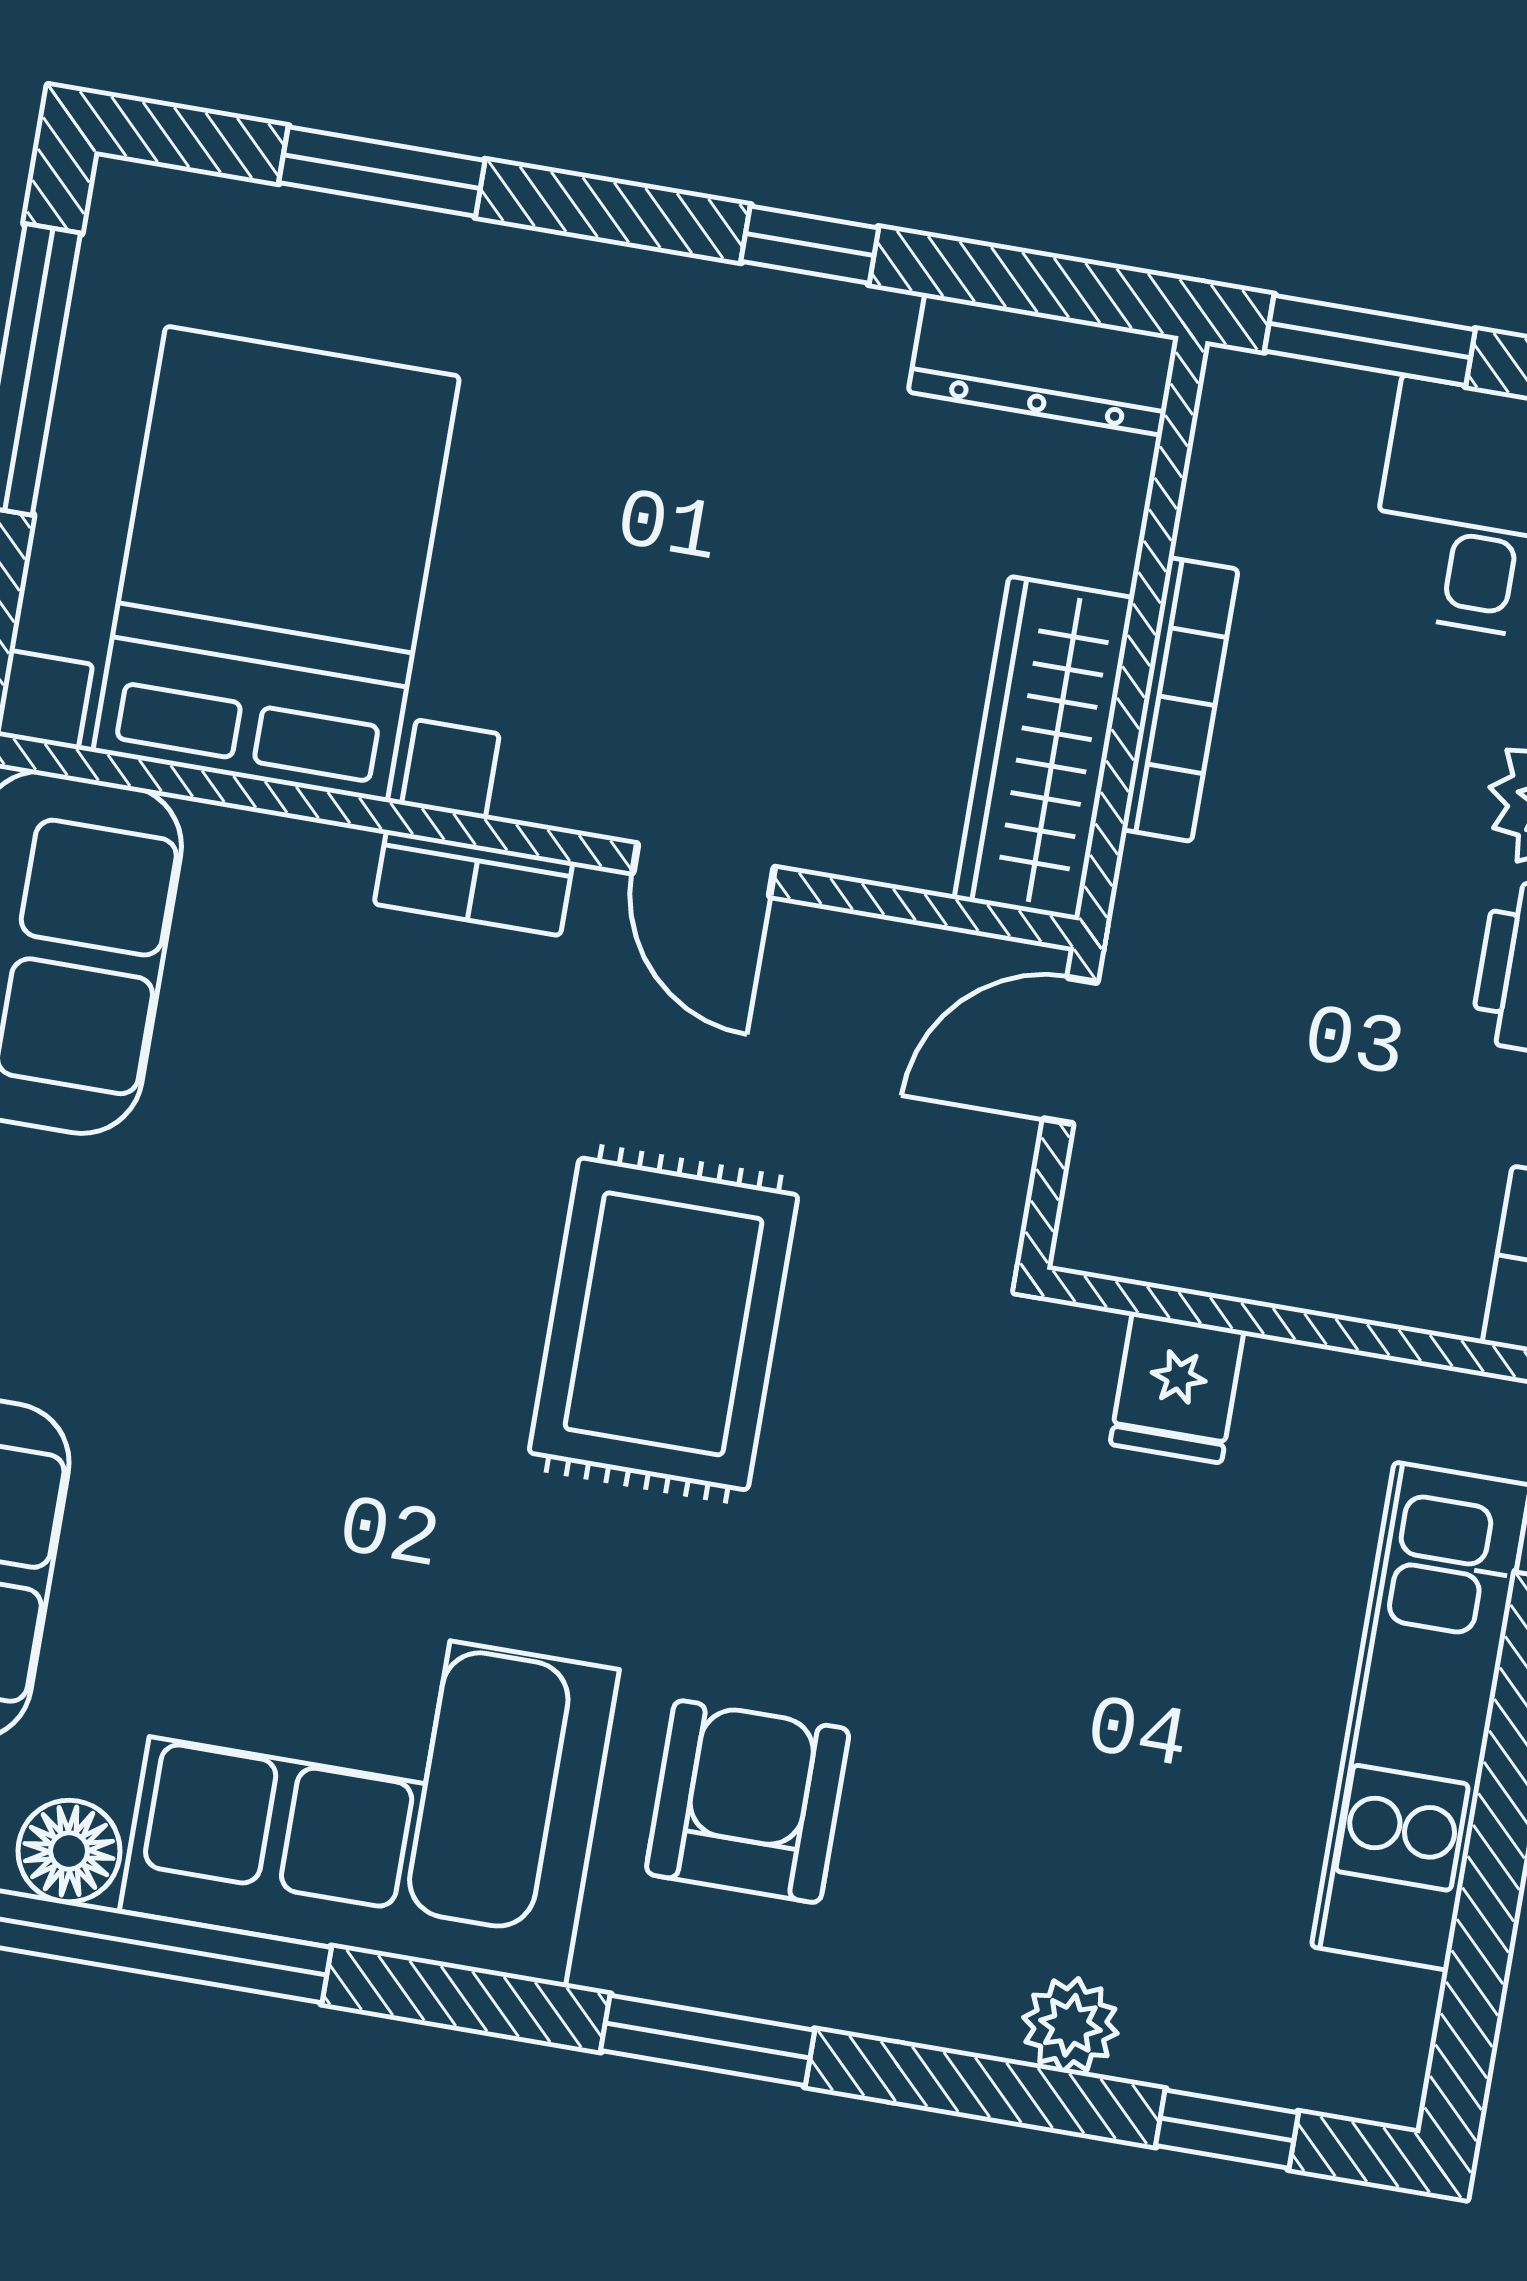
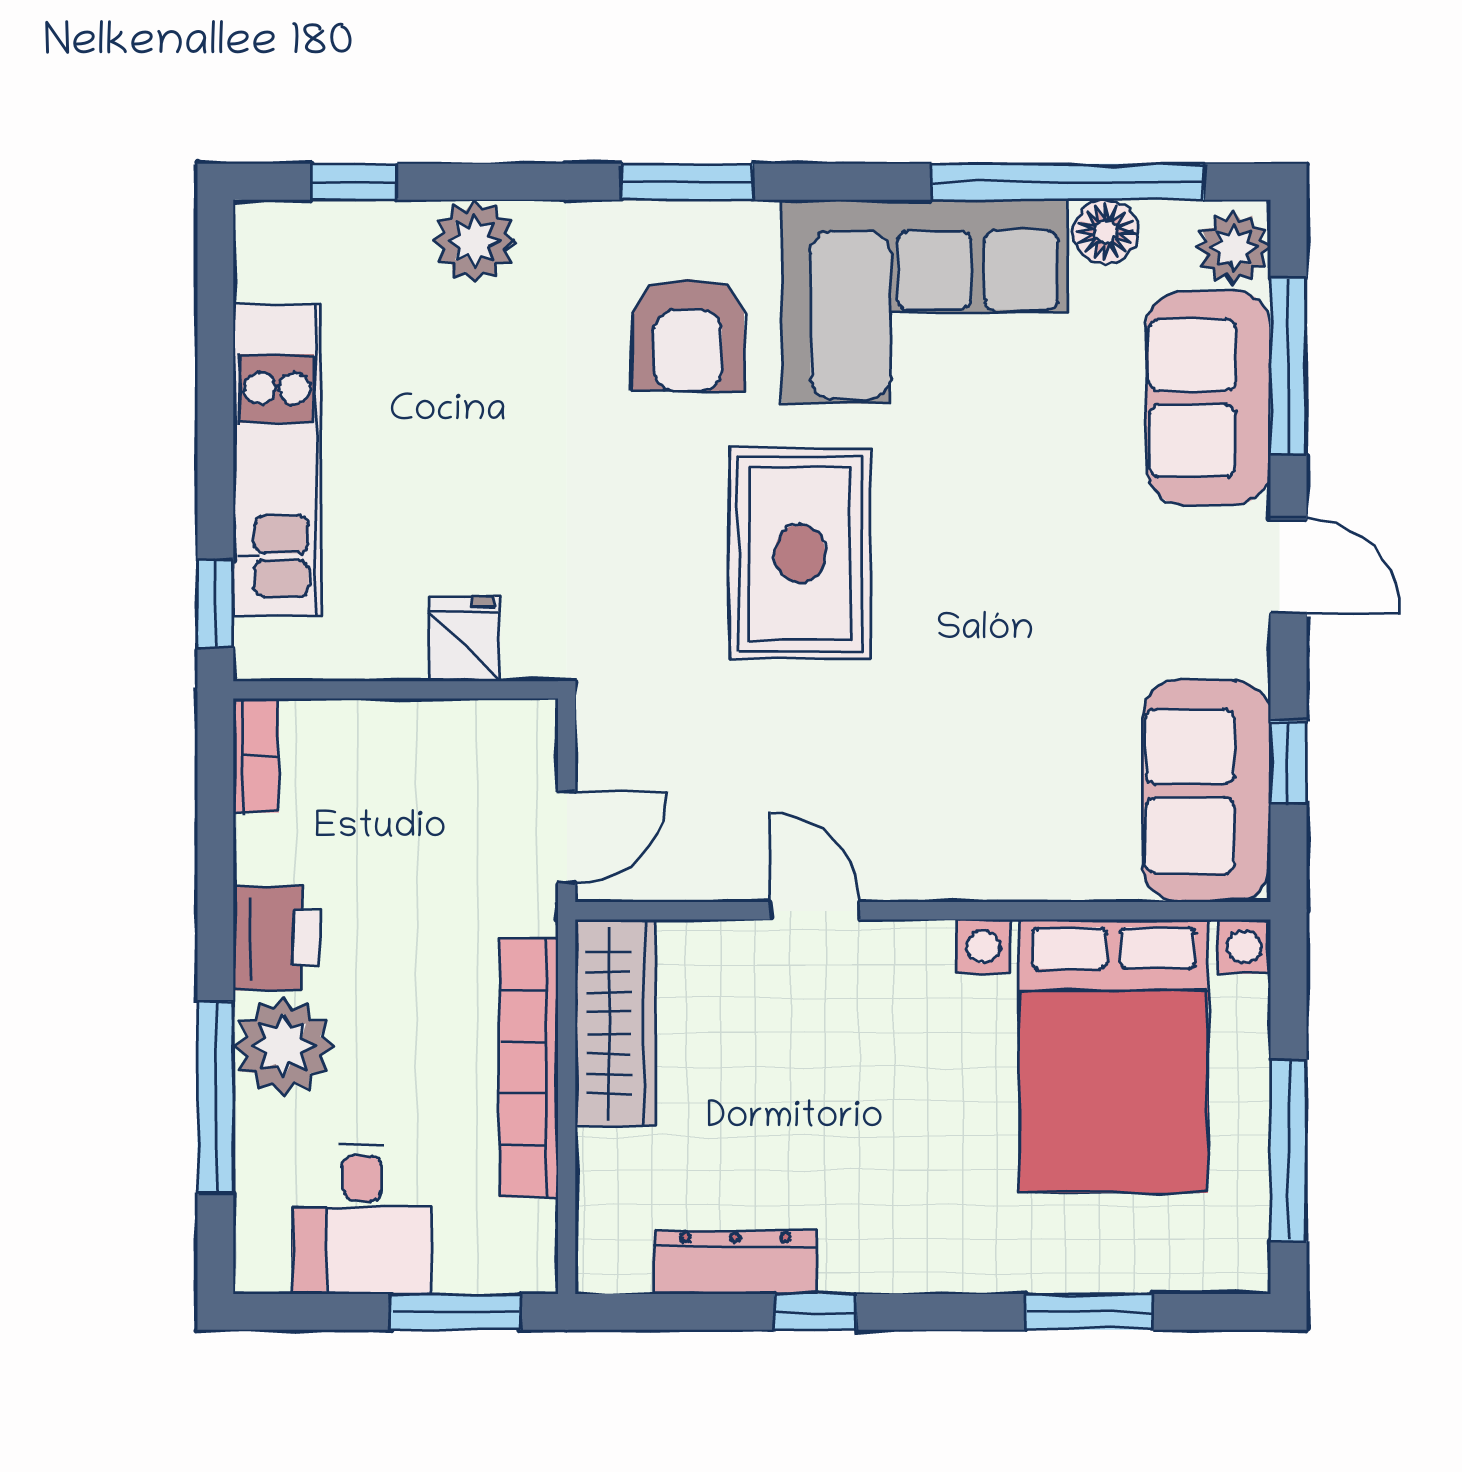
dresser: (1043, 364) -> (735, 1262), moved
bookcase: (1180, 699) -> (529, 1068), width x1.48, depth x1.31
bookcase: (473, 883) -> (957, 878), removed
rug: (664, 1324) -> (800, 554), moved
plant: (1070, 2025) -> (474, 241), width x1.38, depth x1.38

